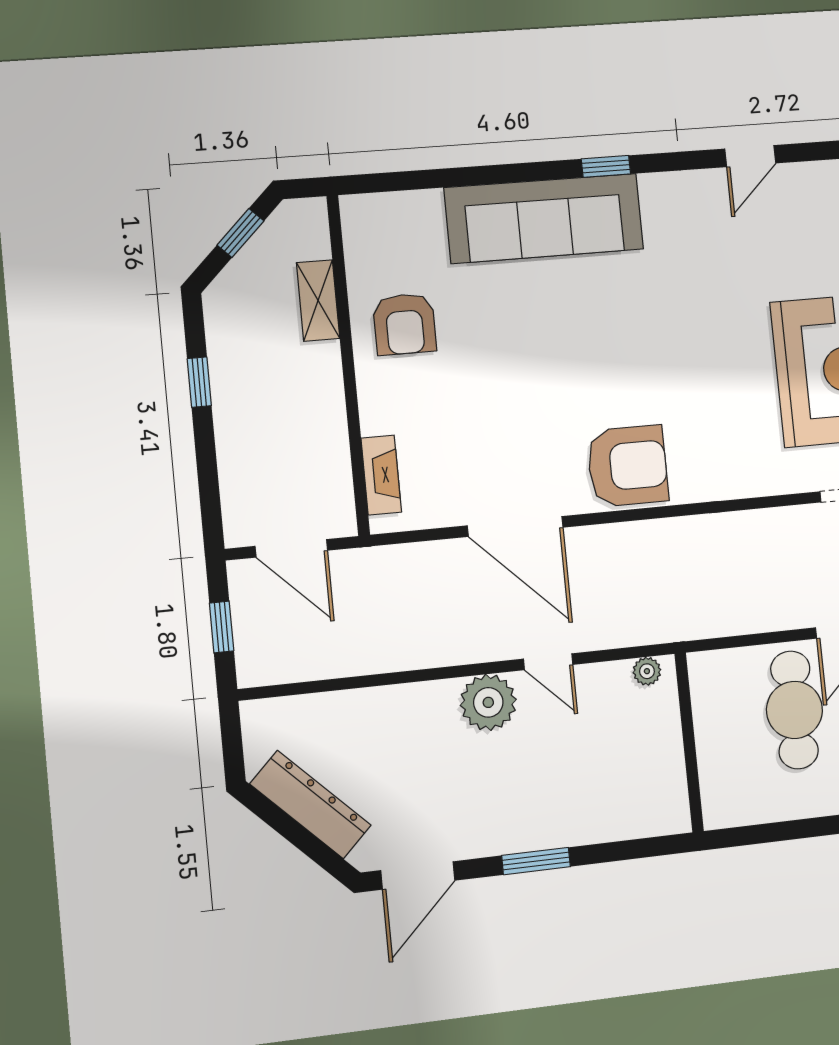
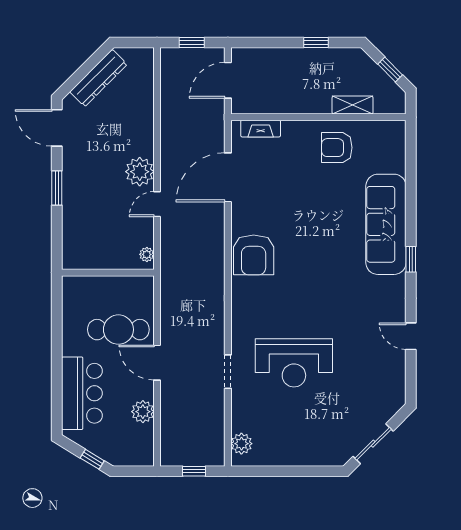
door: (515, 526) -> (228, 177), moved

